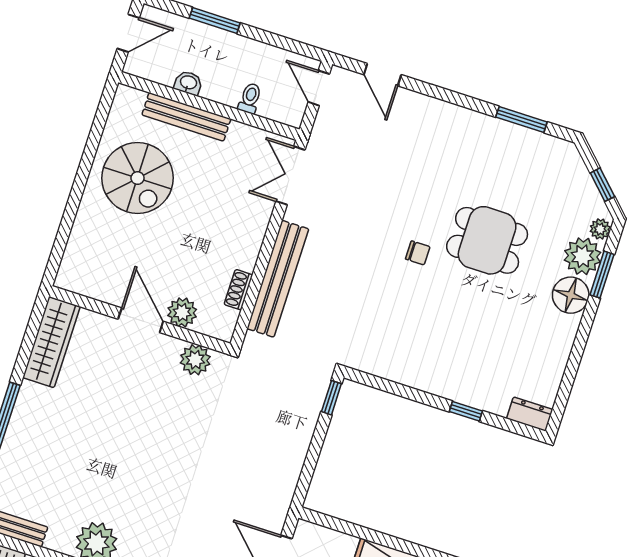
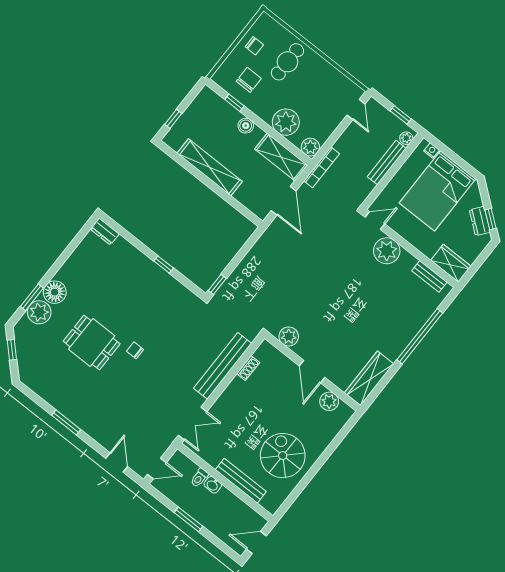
window: (215, 20) -> (188, 519), moved
washbasin: (188, 83) -> (213, 485), moved
door: (319, 88) -> (157, 469), hinge flipped
window: (521, 120) -> (66, 422), moved
plant: (600, 229) -> (23, 324), removed
plant: (182, 312) -> (329, 401), moved
window: (466, 411) -> (164, 265), moved

